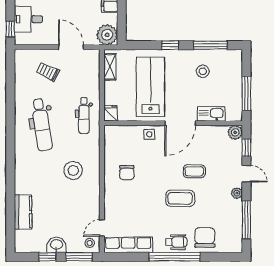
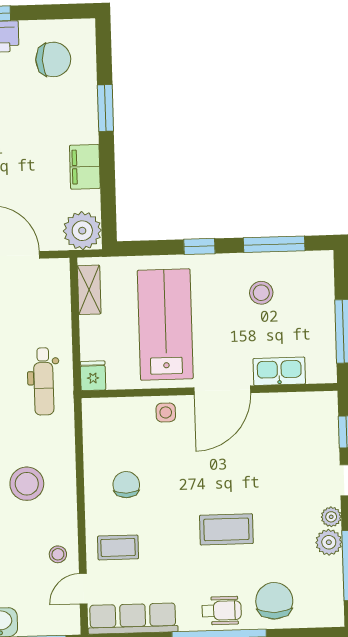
plant: (235, 132) -> (329, 542), moved
coffee table: (194, 171) -> (118, 547), moved
chair: (127, 173) -> (126, 485), turned 180
stool: (90, 243) -> (58, 554), moved

